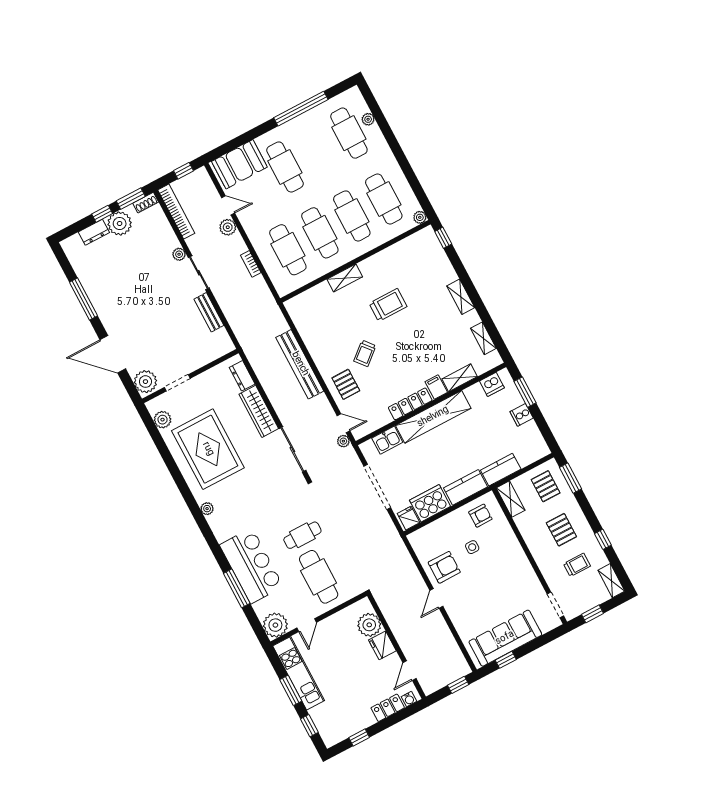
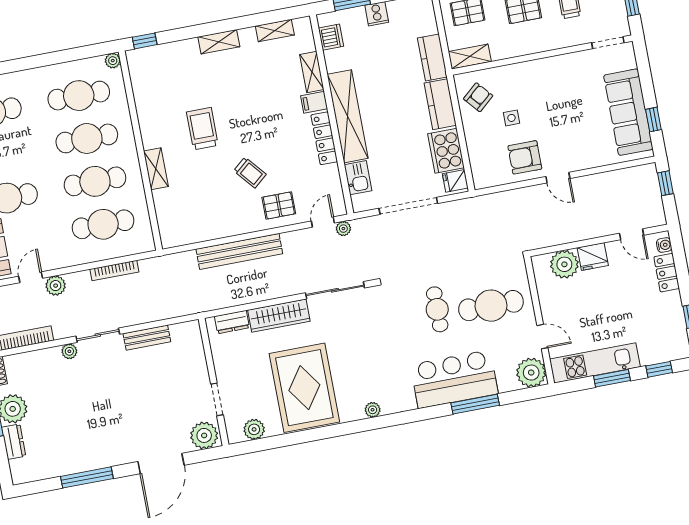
bookcase: (251, 264) -> (114, 271), width x1.56
rug: (208, 449) -> (304, 388), turned 90
armchair: (480, 516) -> (478, 97), turned 49
armchair: (444, 567) -> (525, 157), turned -90

